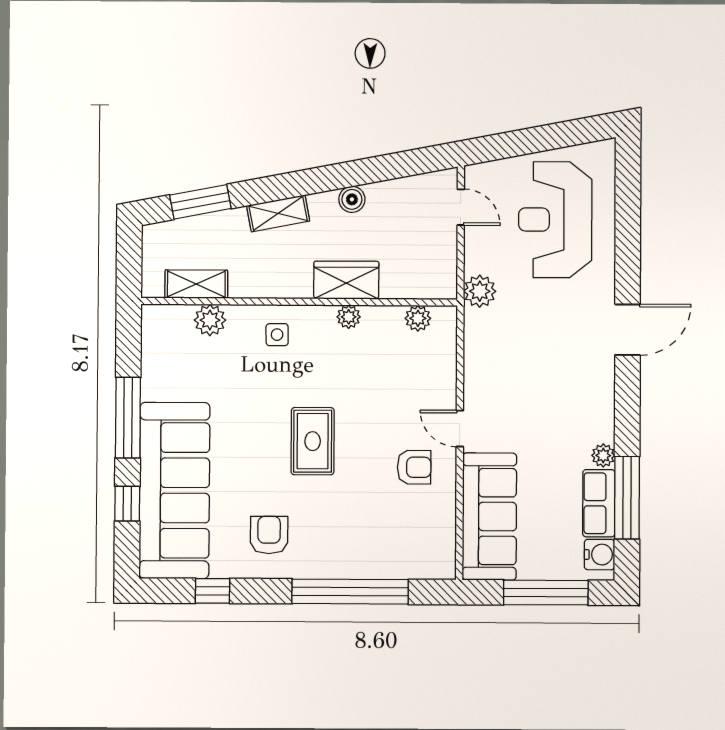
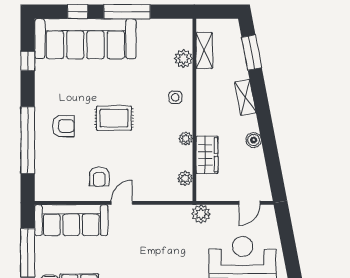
wardrobe: (346, 280) -> (207, 155), moved
armchair: (269, 535) -> (63, 126), moved

